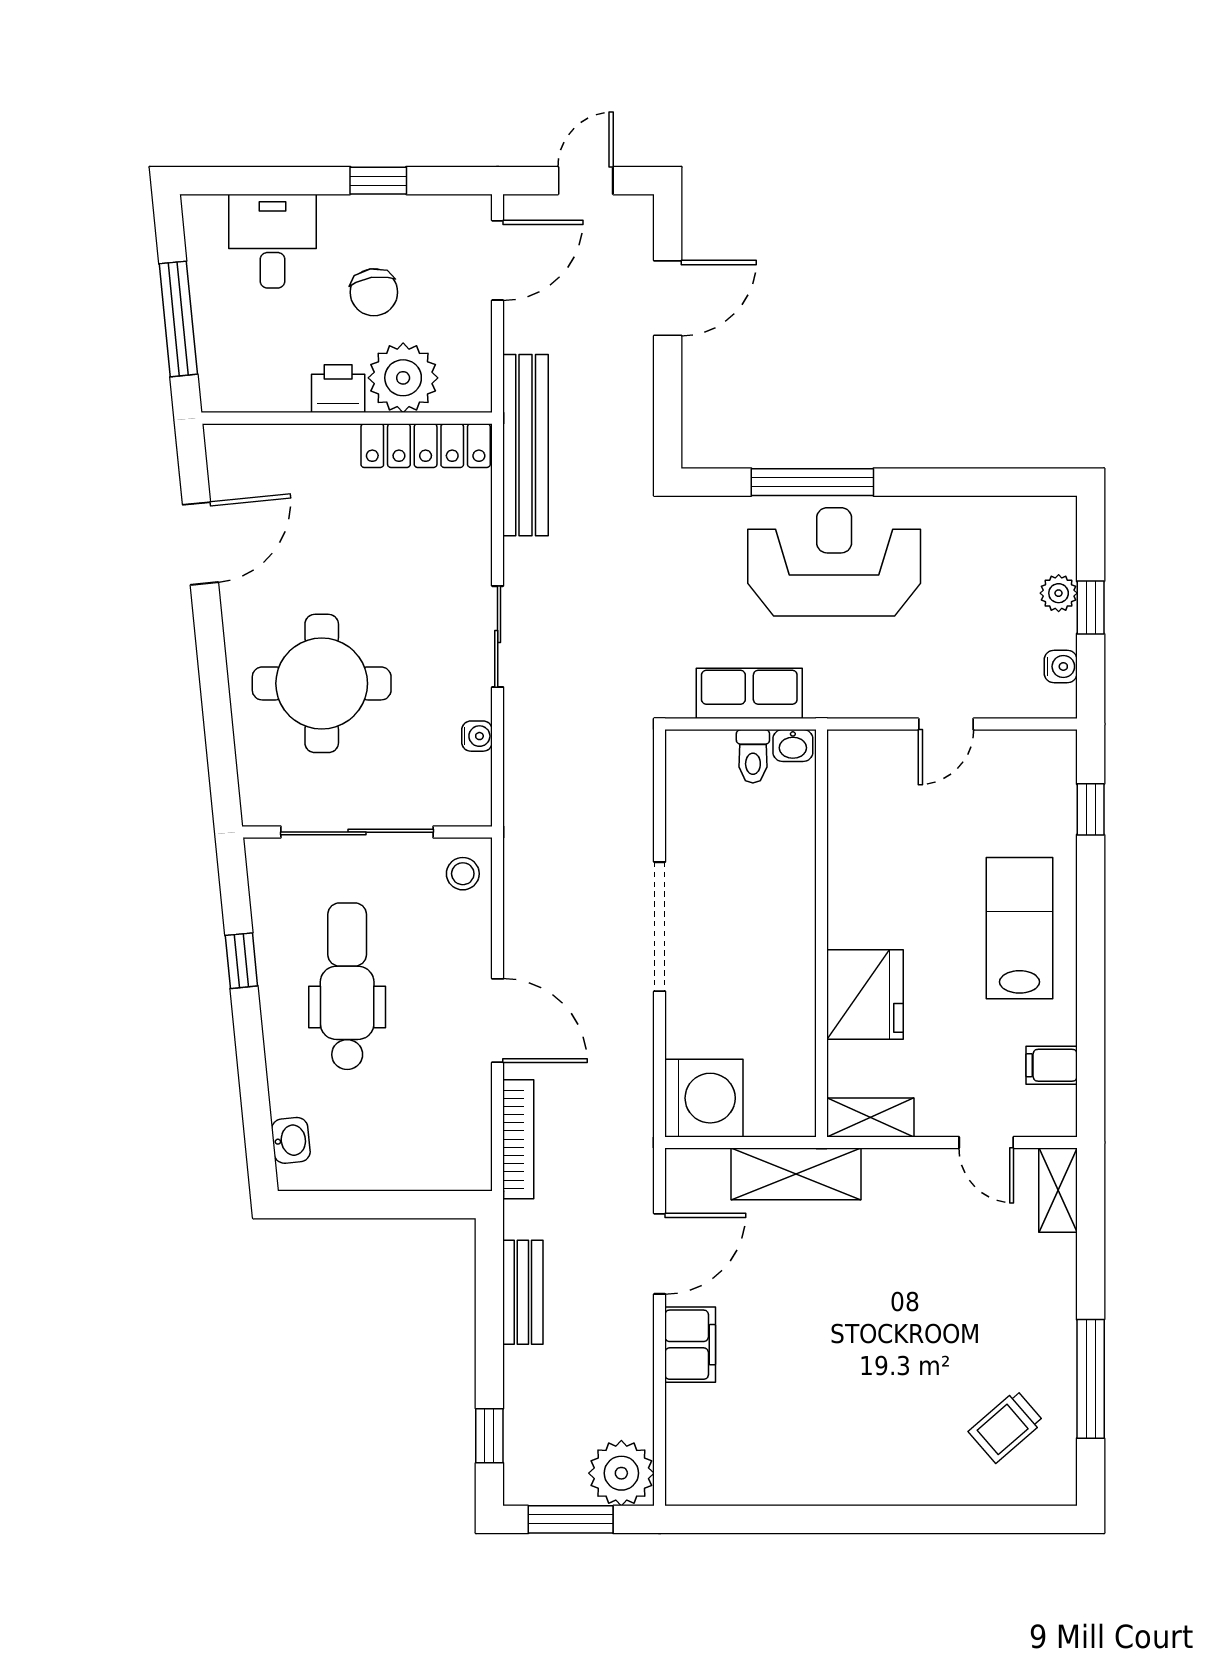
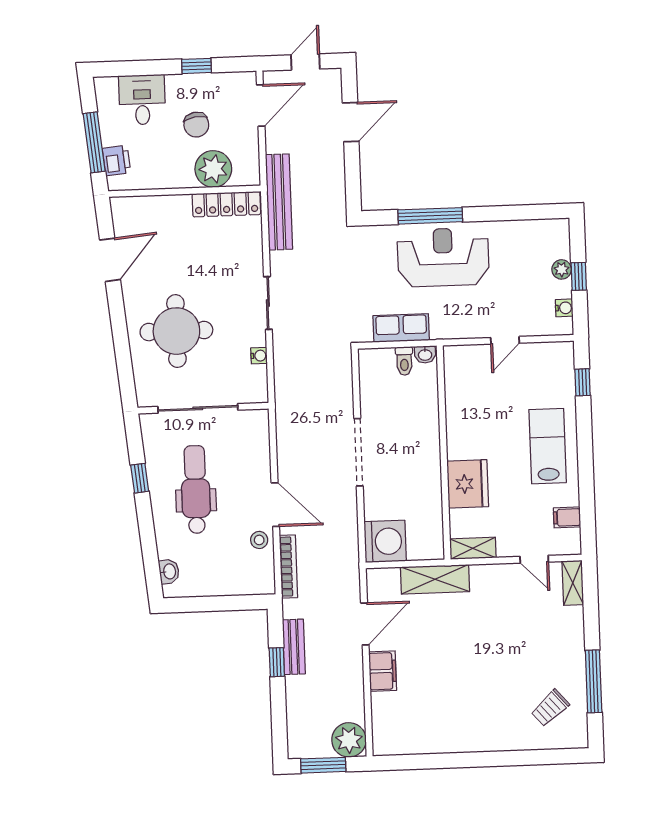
printer: (338, 389) -> (117, 161), moved, turned 84
stool: (463, 874) -> (259, 540), moved
window: (489, 1436) -> (277, 662), moved

